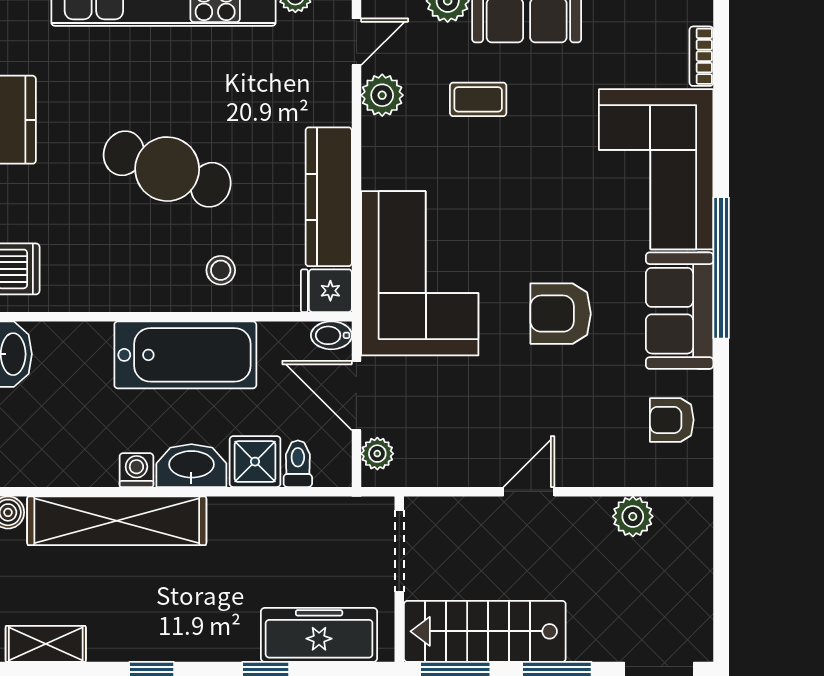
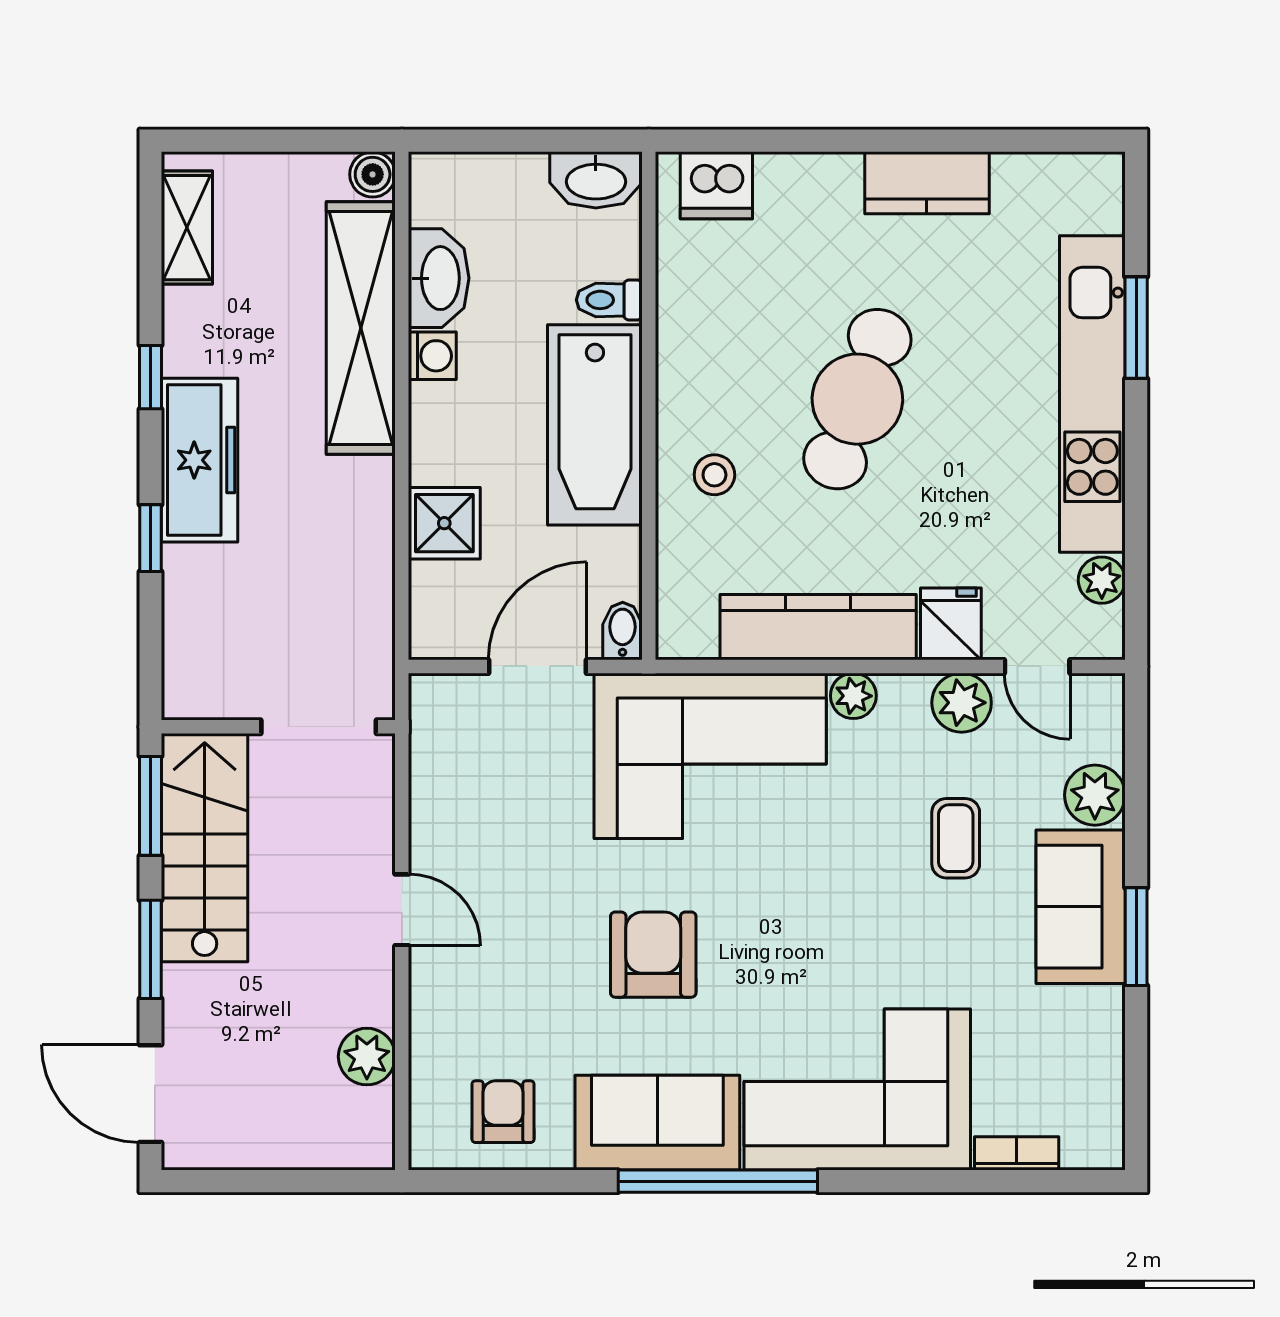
fridge: (326, 291) -> (951, 624), moved
plant: (377, 454) -> (853, 696), moved
toilet: (298, 464) -> (609, 300), moved, turned 180
washbasin: (191, 466) -> (439, 278), moved
freezer: (319, 635) -> (200, 460), moved

